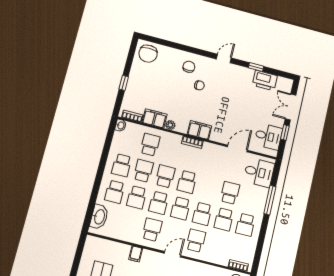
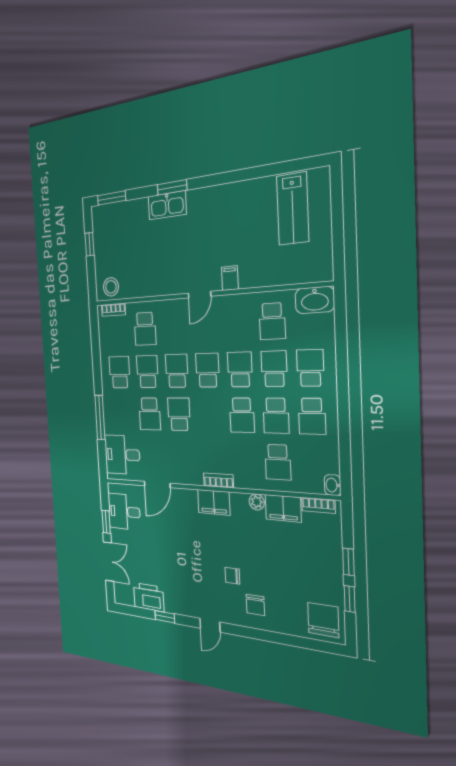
window: (129, 63) -> (350, 599), added
school desk: (122, 165) -> (312, 416), turned 180
school desk: (187, 182) -> (179, 414), moved
washbasin: (99, 217) -> (315, 300), moved, turned -90
school desk: (152, 230) -> (272, 321), moved
school desk: (196, 241) -> (145, 329), moved
filing cabinet: (136, 254) -> (230, 278), moved

